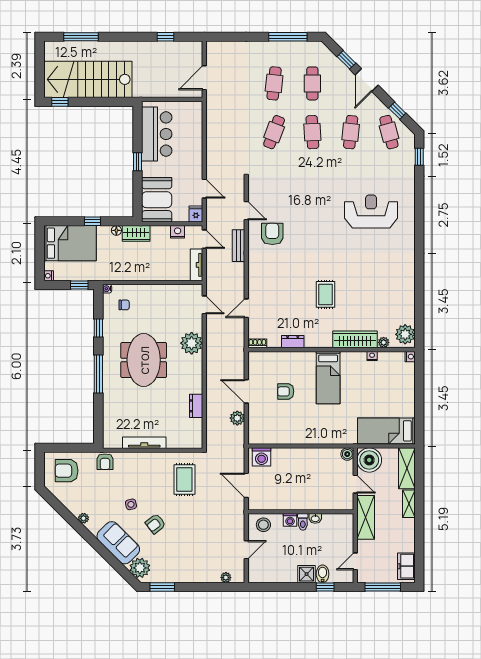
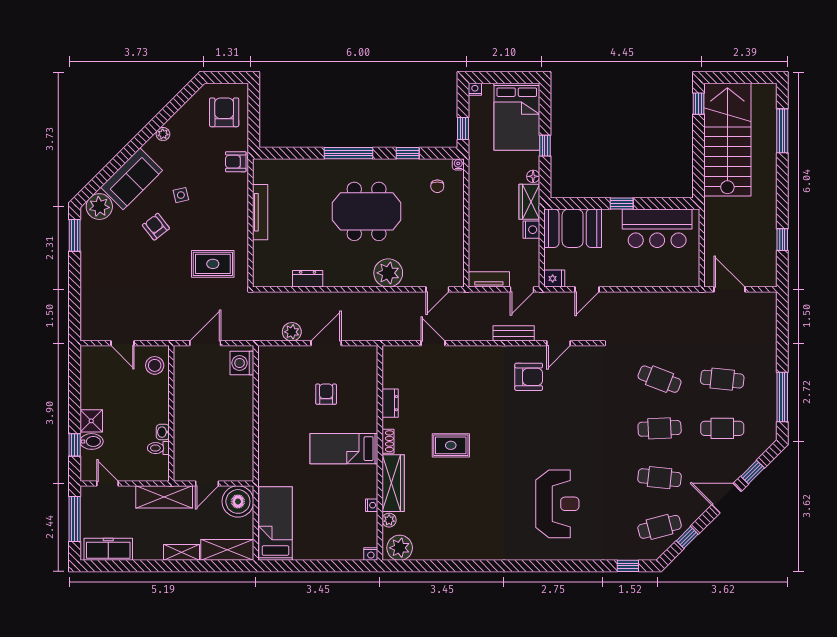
nightstand: (178, 232) -> (531, 230), moved
shoe rack: (257, 343) -> (388, 441), moved
boiler: (347, 454) -> (246, 473), removed
washing machine: (290, 520) -> (161, 400), removed
toilet: (303, 522) -> (158, 448), moved
freezer: (406, 566) -> (108, 549), width x1.40
plant: (226, 578) -> (87, 317), removed

